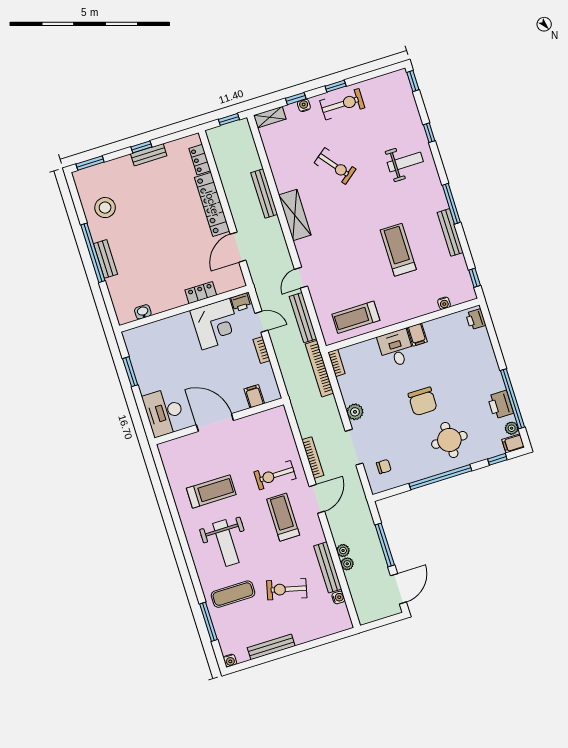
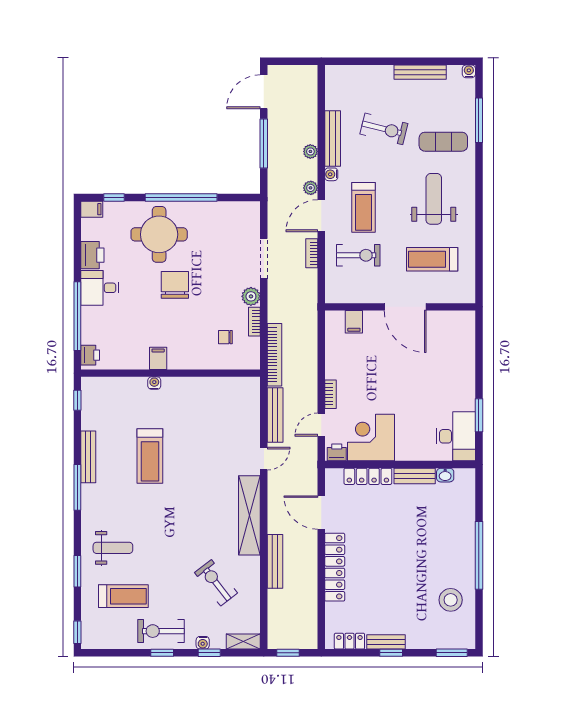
window: (429, 133) -> (77, 571), width x1.50
locker: (200, 160) -> (349, 641), moved, turned -90
weight bench: (405, 162) -> (113, 548), turned 180
exercise bike: (335, 166) -> (216, 583), moved
shelving: (295, 215) -> (249, 515), width x1.47
door: (238, 247) -> (321, 513), swing flipped
bench: (105, 259) -> (415, 476), moved, turned 90
locker: (201, 293) -> (368, 476), width x1.53
water cooler: (444, 303) -> (154, 383), moved
treadmill: (356, 317) -> (123, 596), moved
door: (261, 322) -> (321, 425), hinge flipped
desk: (396, 348) -> (100, 288), moved, turned 90
bookcase: (336, 363) -> (254, 322), moved
filing cabinet: (254, 396) -> (354, 322), moved
window: (513, 399) -> (77, 316), moved
desk: (164, 412) -> (456, 436), moved
wall: (219, 421) -> (400, 307), moved
door: (215, 423) -> (405, 307), moved
plant: (512, 428) -> (88, 226), removed
round table: (449, 440) -> (159, 234), width x1.36, depth x1.36
bookcase: (313, 458) -> (312, 253), width x0.64
chair: (384, 467) -> (225, 337), moved
plant: (347, 564) -> (311, 188), moved
water cooler: (338, 597) -> (331, 174), moved

